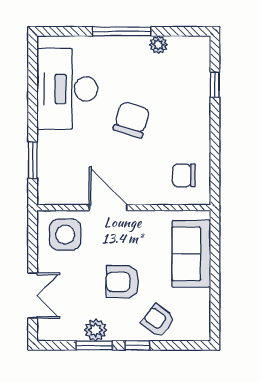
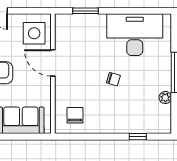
chair: (132, 120) -> (113, 79), width x0.54, depth x0.54
door: (108, 208) -> (53, 63), swing flipped

